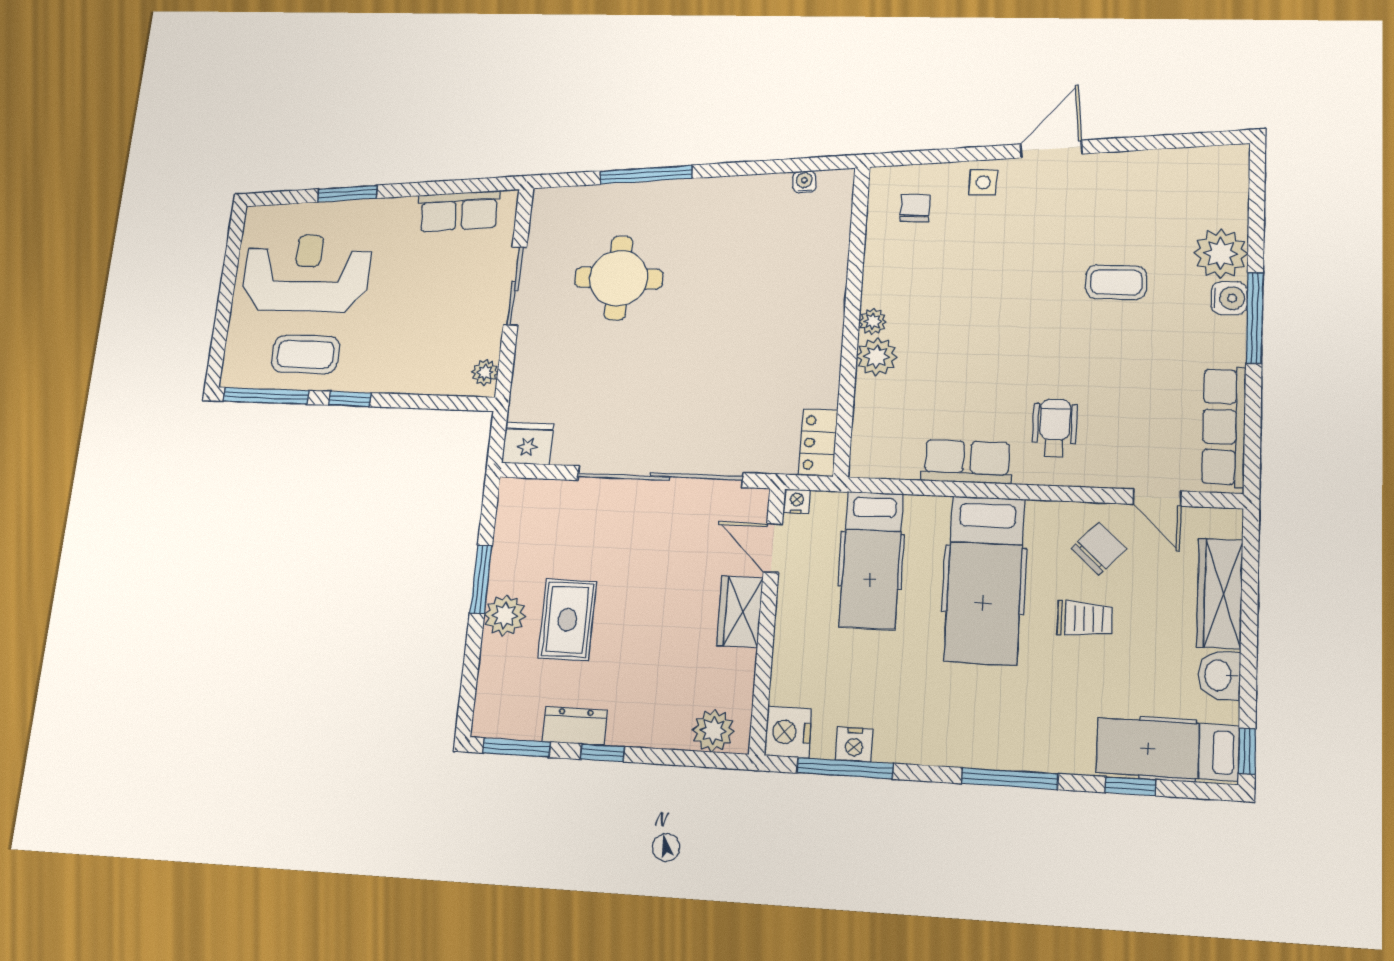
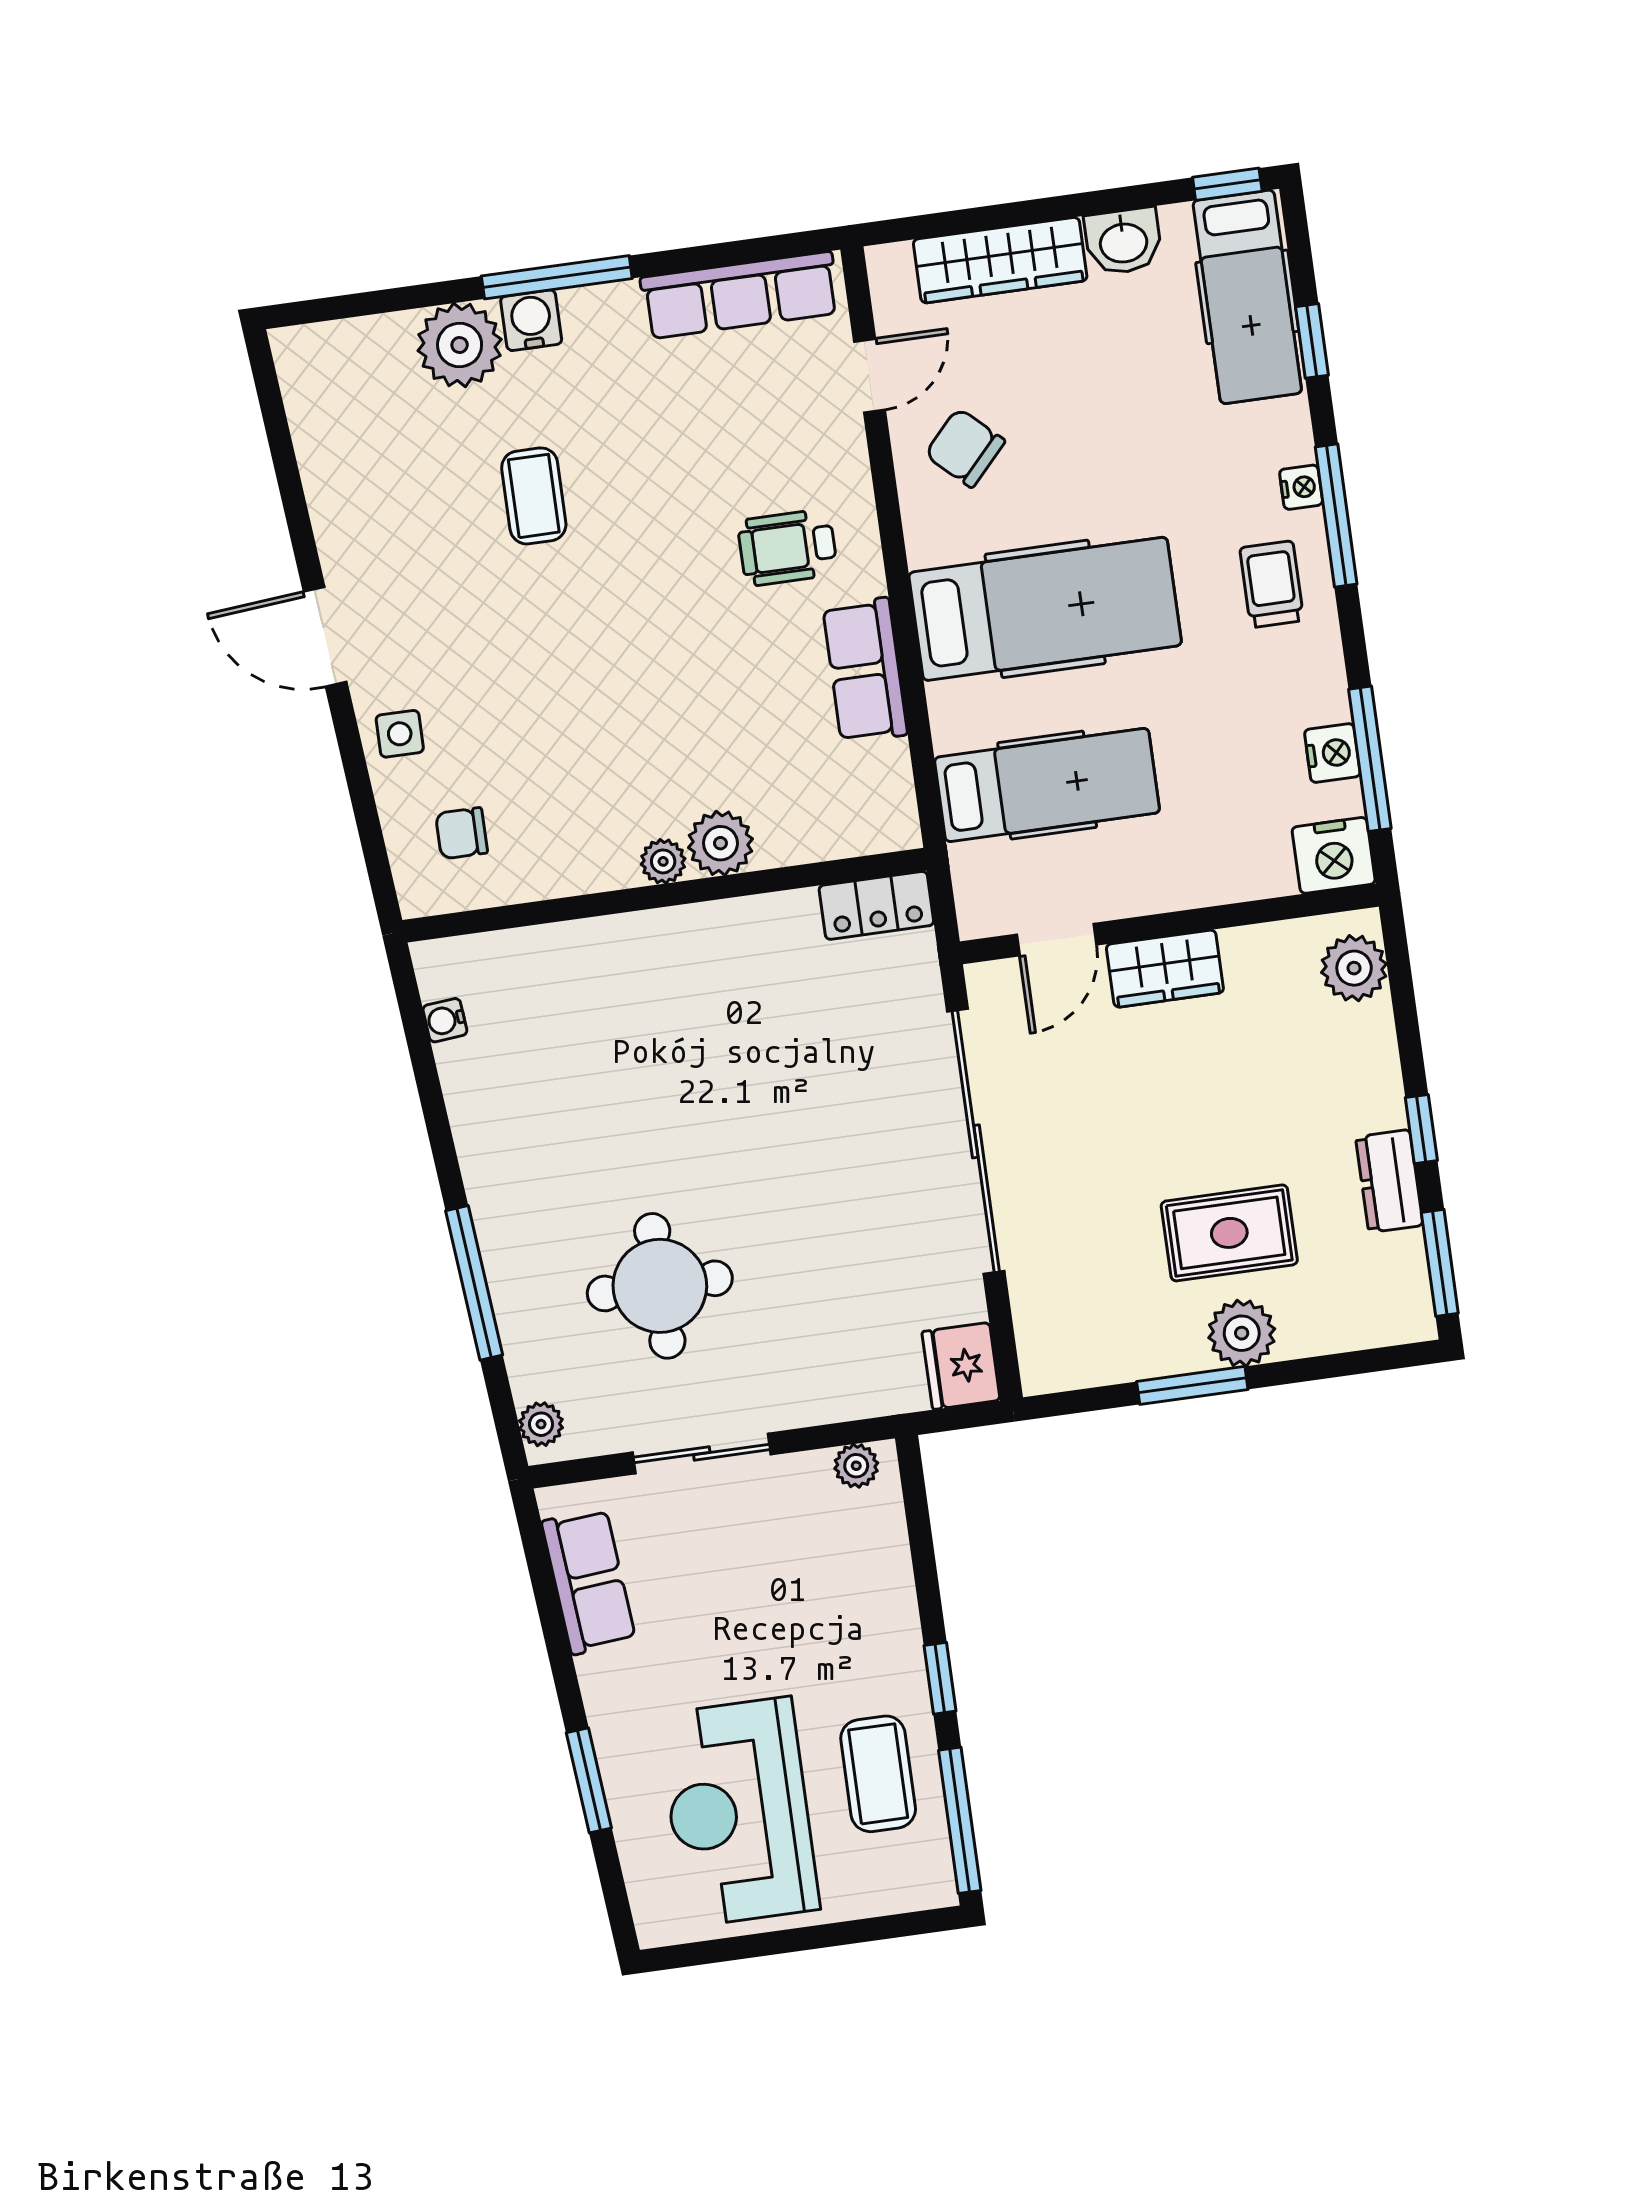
plant: (555, 199) -> (541, 1424), added
nightstand: (797, 501) -> (1301, 487), moved, turned 180
trolley: (1085, 619) -> (1272, 584), moved

